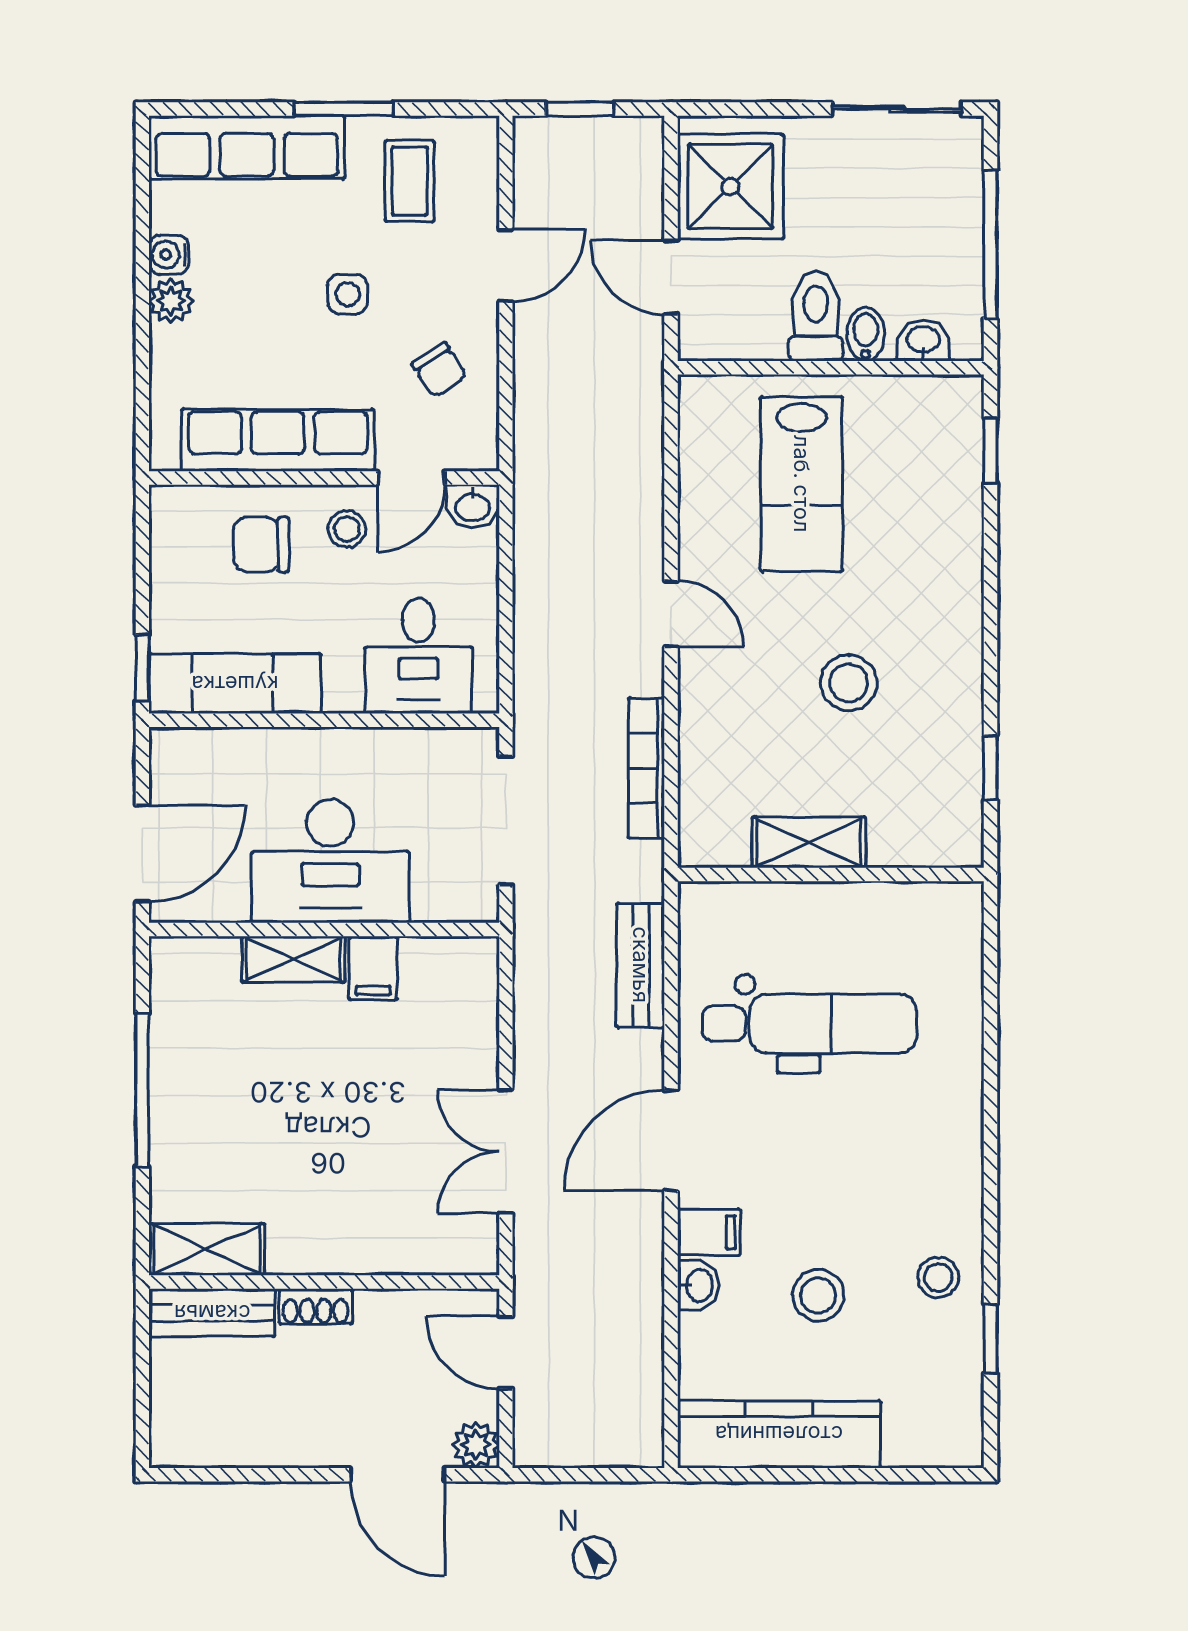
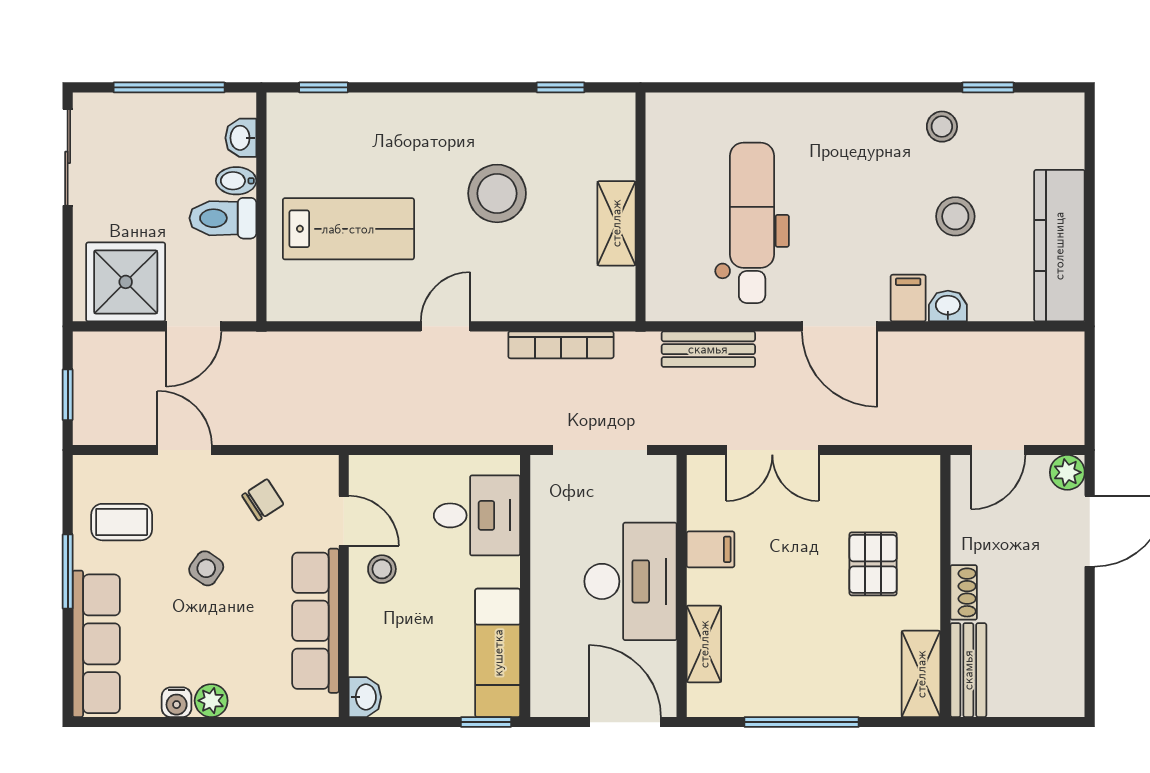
side table: (348, 294) -> (206, 568), turned 35
washbasin: (472, 506) -> (365, 697), moved
chair: (261, 545) -> (394, 633), removed
stool: (849, 683) -> (497, 193), width x1.38, depth x1.38
shelving: (293, 959) -> (704, 644), moved
double door: (506, 1152) -> (772, 450), moved
pallet: (354, 1185) -> (873, 564), added

